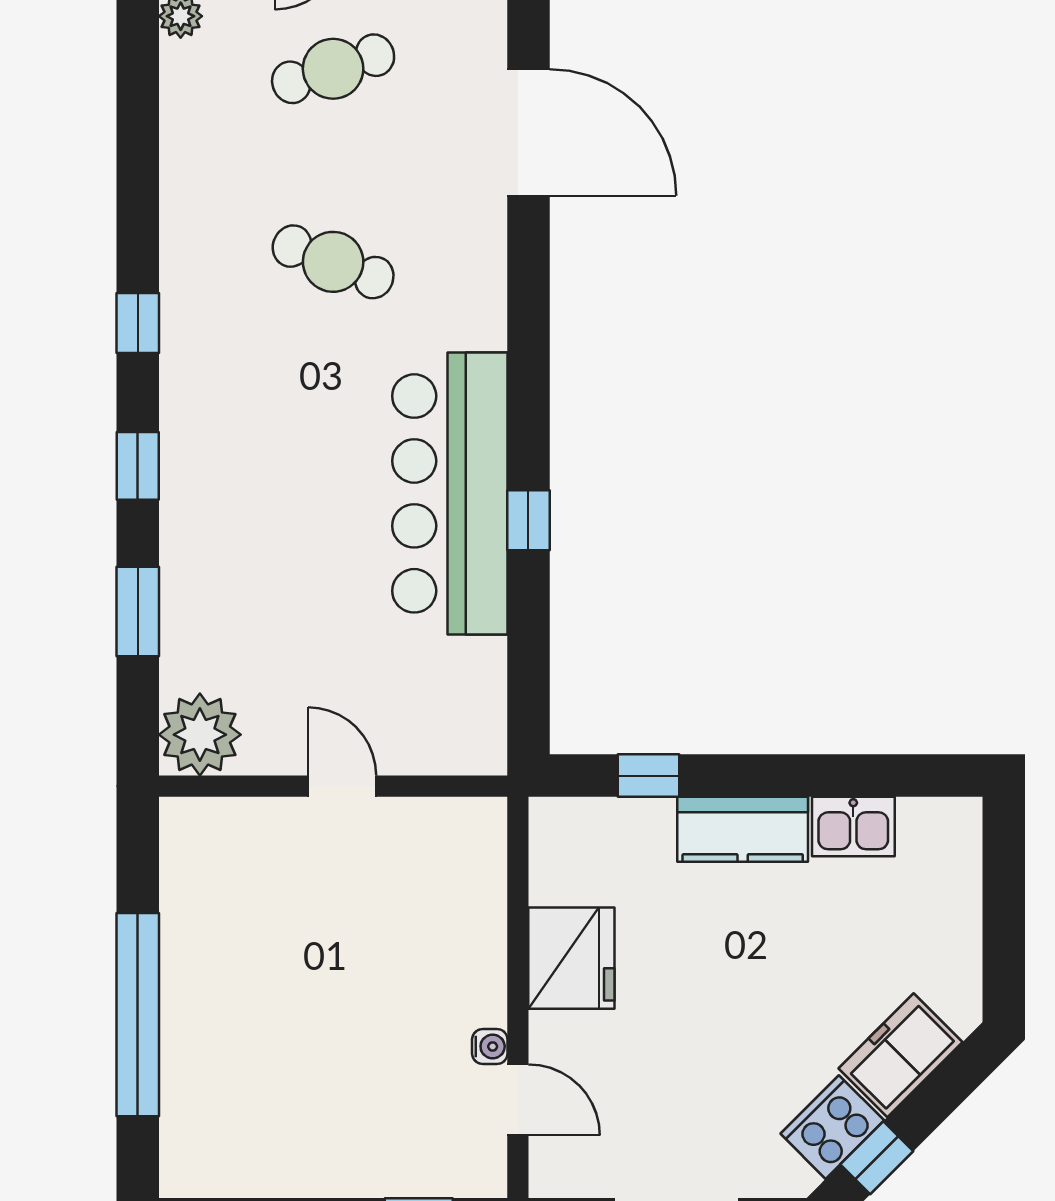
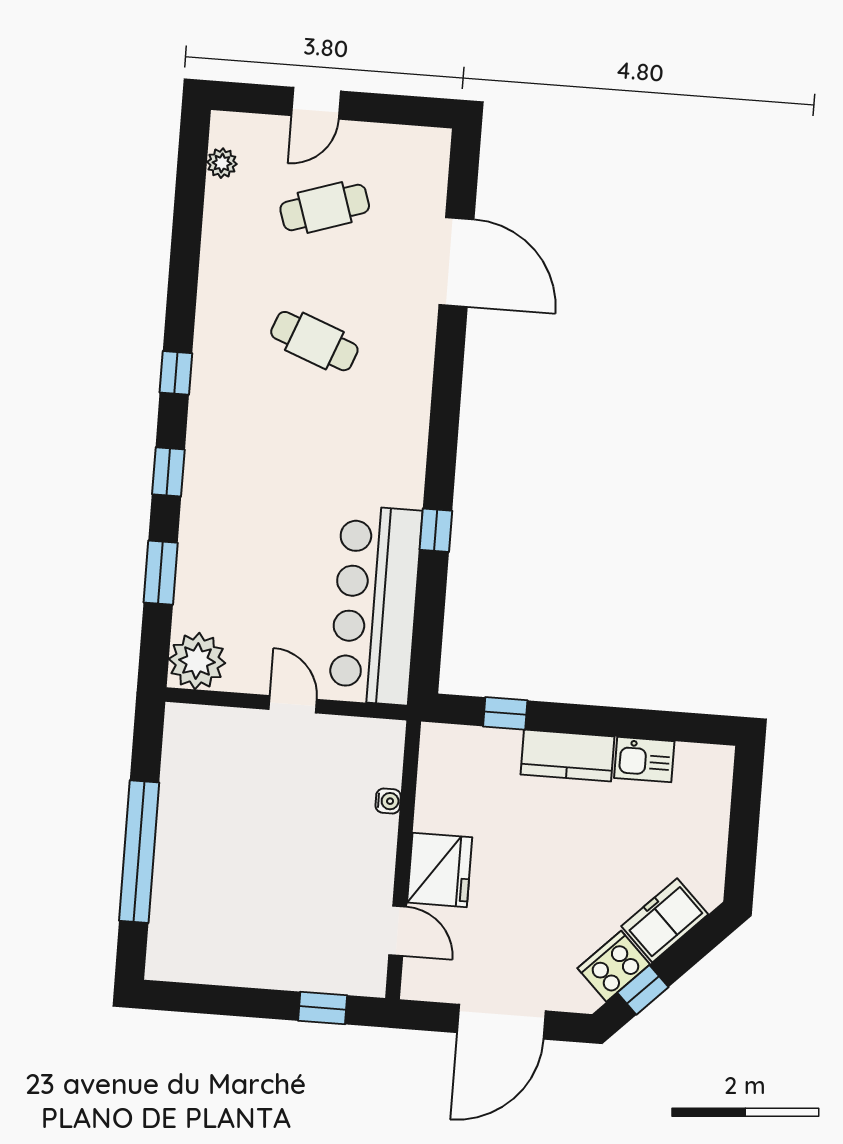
bar counter: (450, 493) -> (375, 605), moved
fridge: (571, 958) -> (440, 870), moved
water cooler: (490, 1046) -> (388, 801), moved

